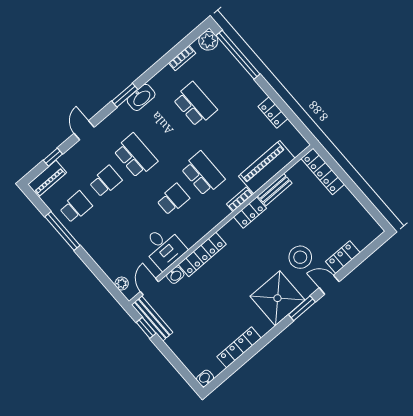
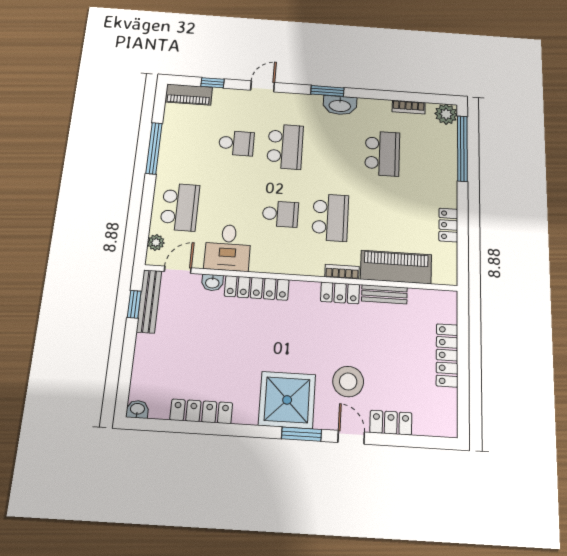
locker: (323, 171) -> (447, 355), moved
school desk: (76, 207) -> (180, 207), moved, width x1.85

